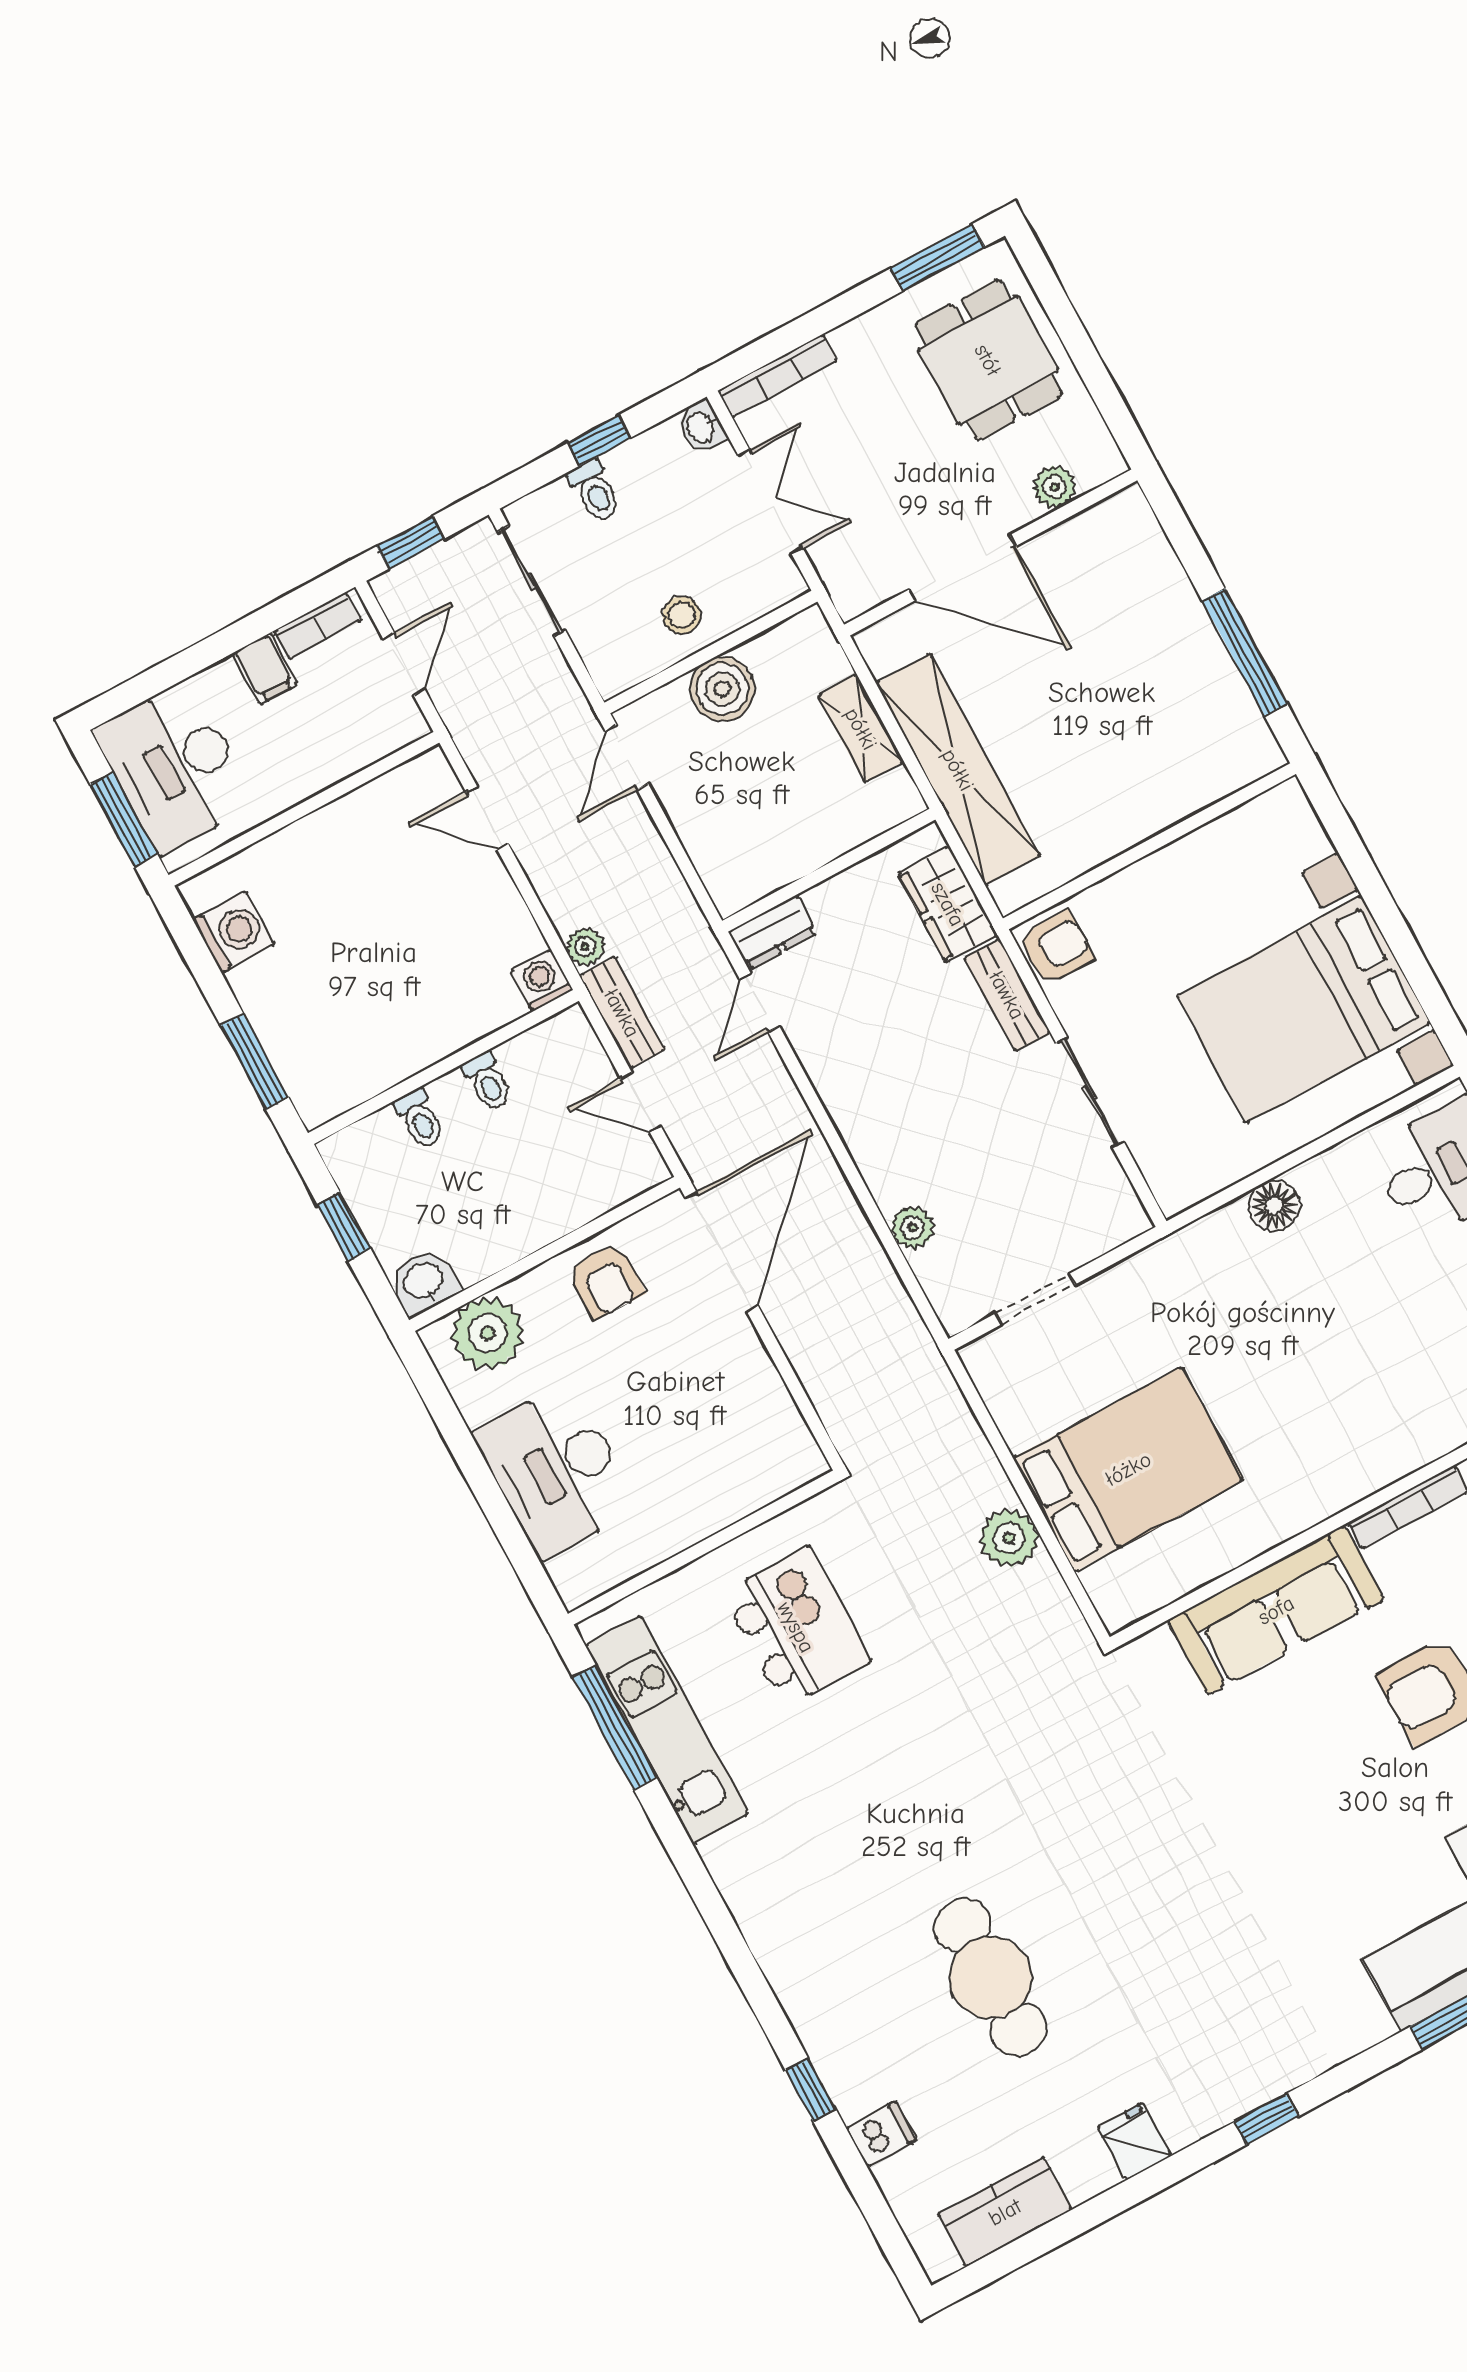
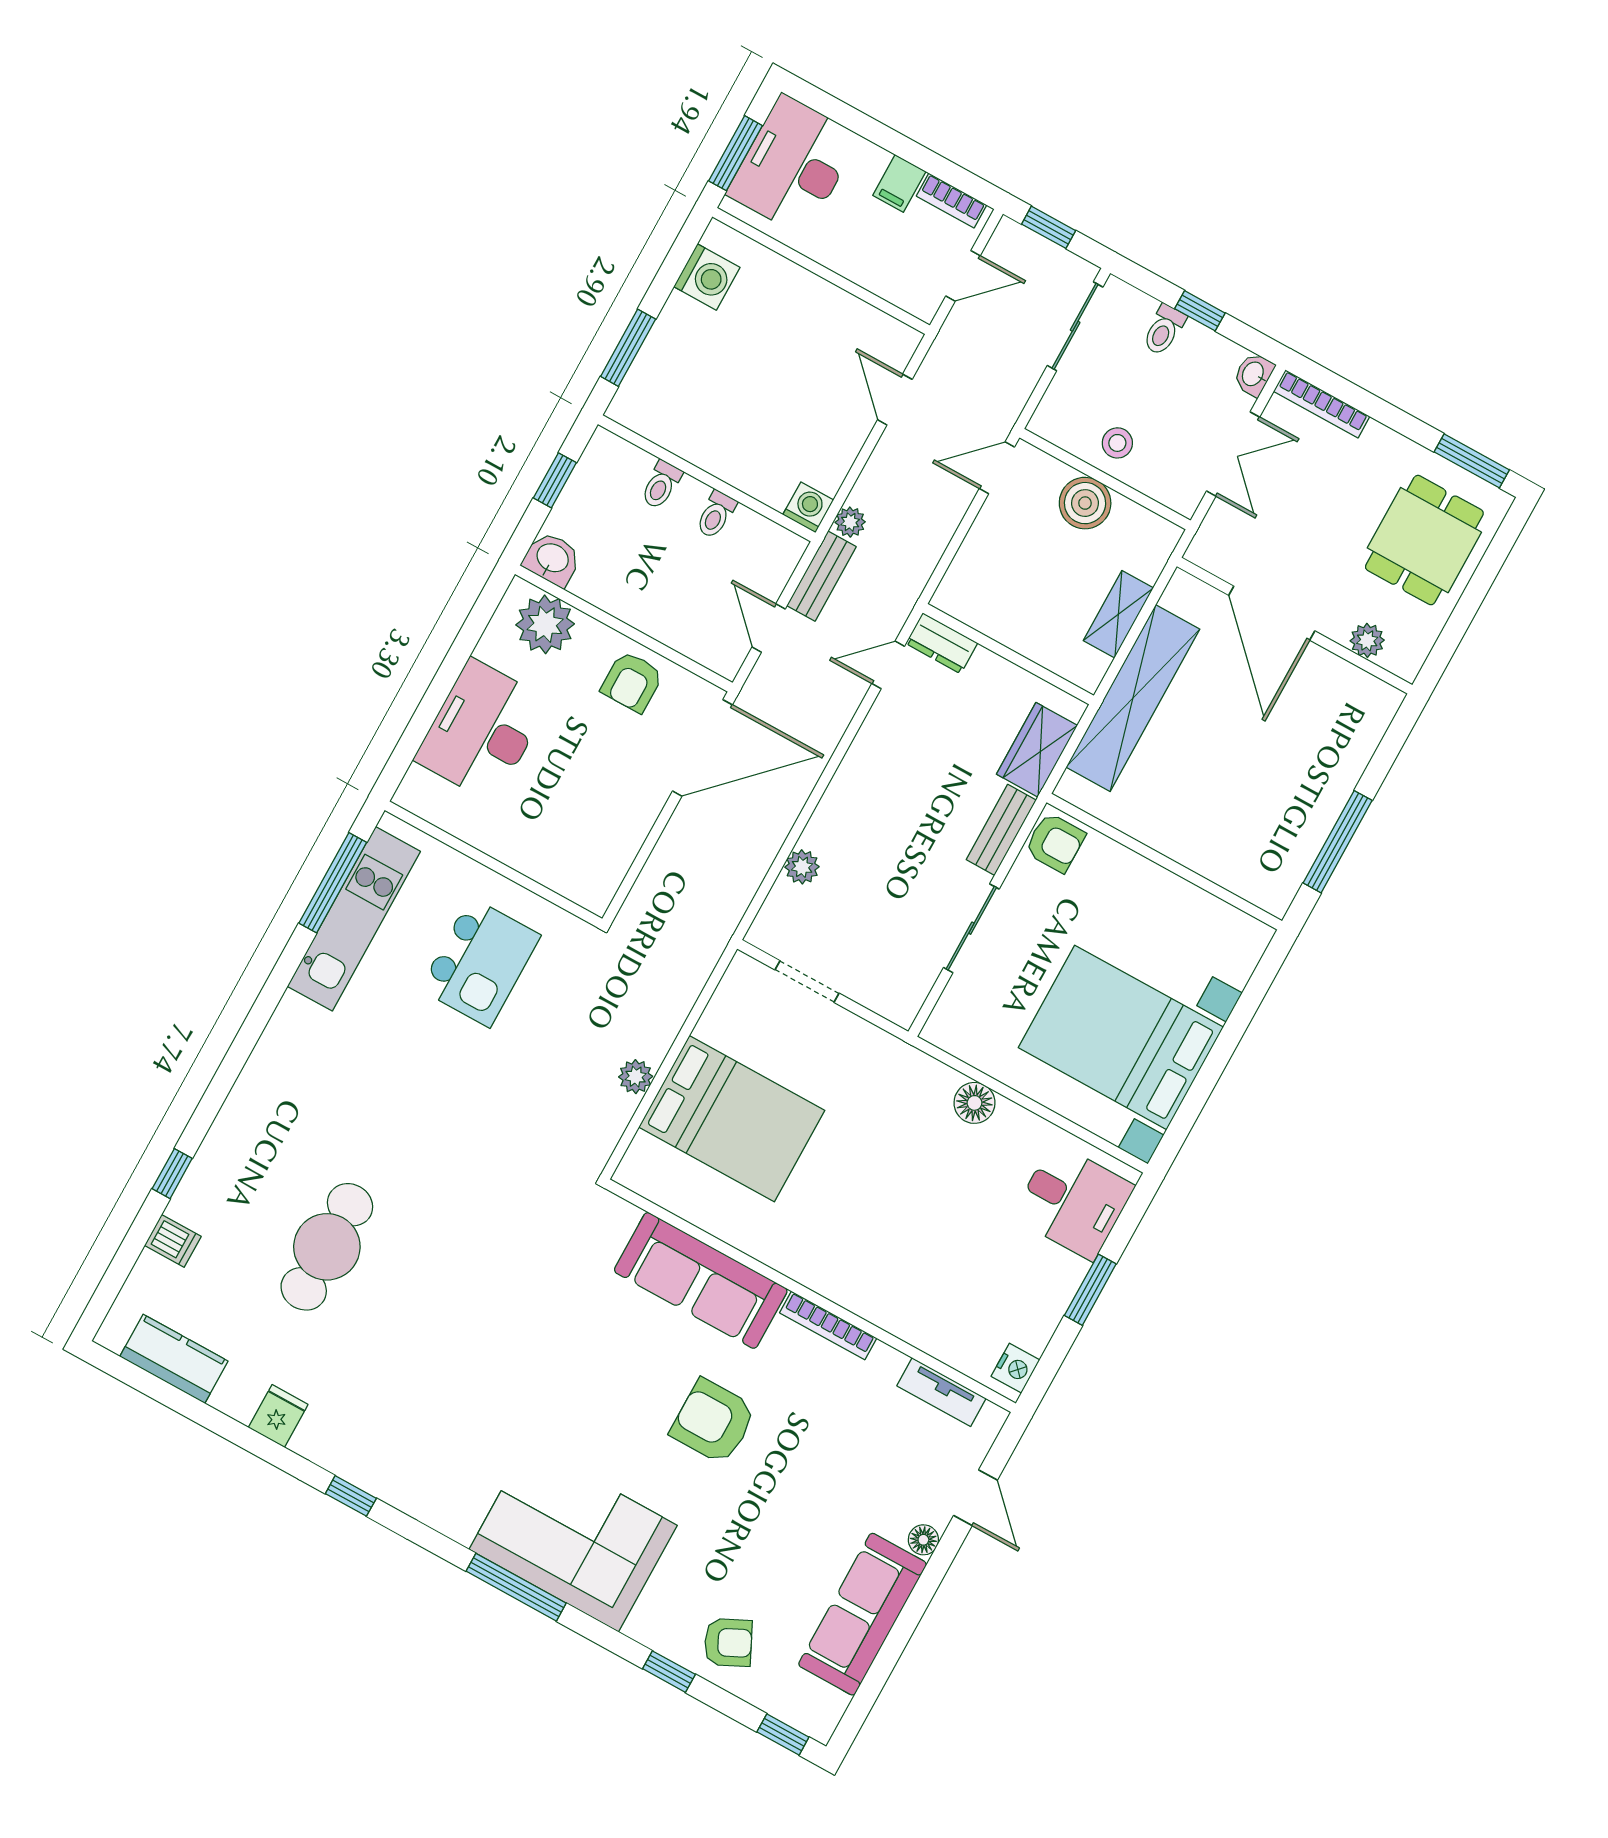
plant: (1009, 1538) -> (636, 1077), width x0.73, depth x0.73

